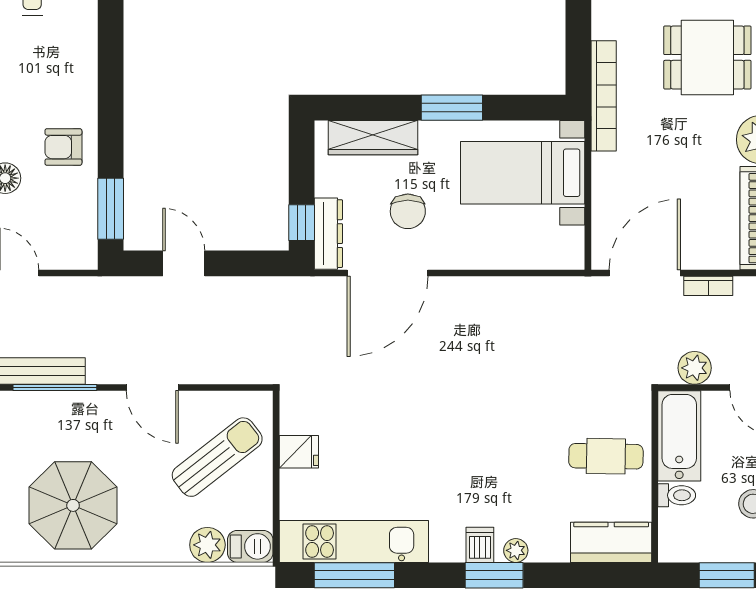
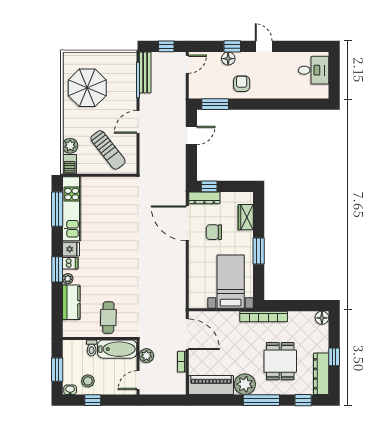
wardrobe: (373, 138) -> (246, 217), width x0.67
fridge: (299, 452) -> (71, 249), moved, turned -90
kitchen counter: (611, 542) -> (71, 302), moved

